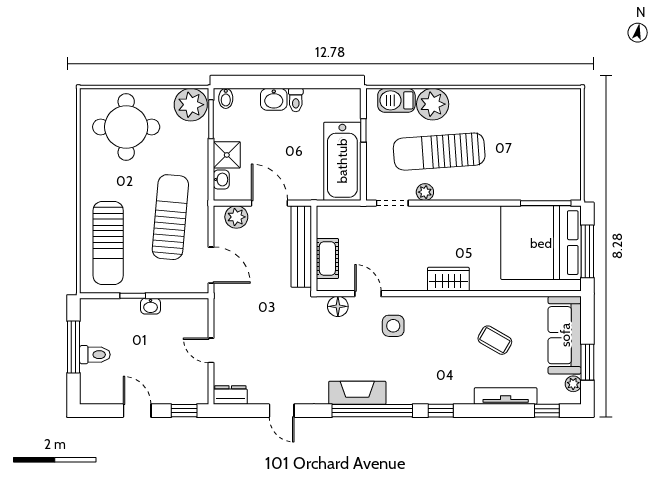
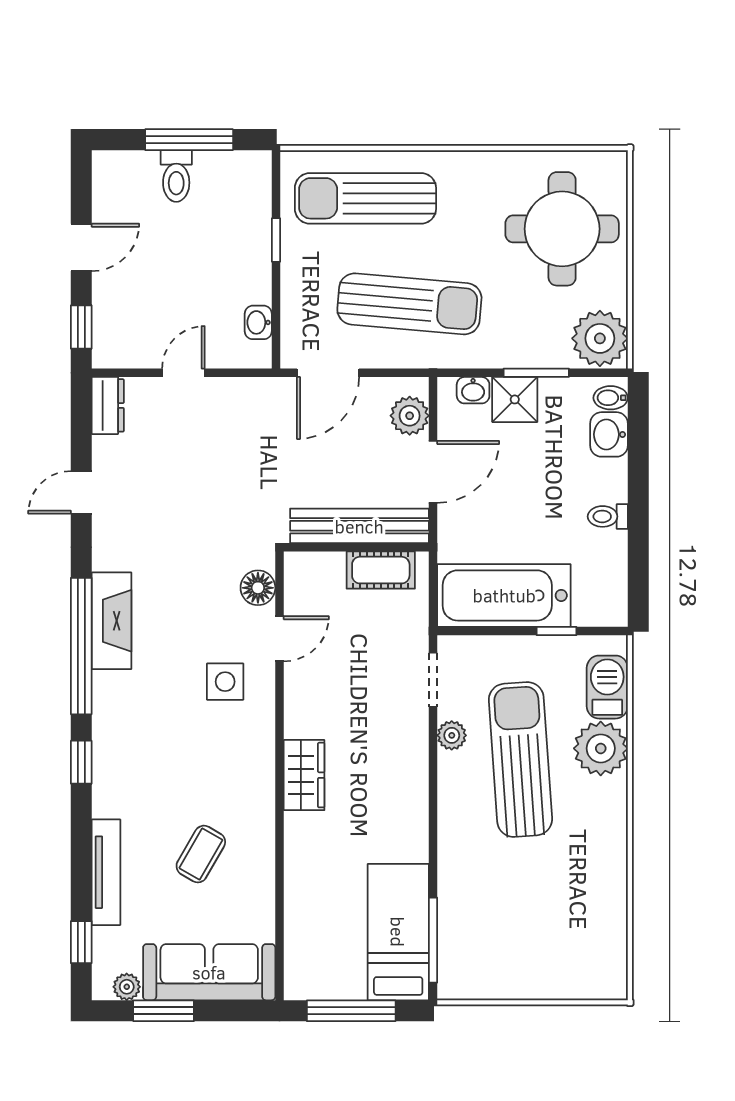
washbasin: (274, 99) -> (609, 434), moved
window: (211, 119) -> (536, 373), moved
bed: (541, 243) -> (398, 932), width x0.49
cot: (327, 259) -> (381, 570), moved
washbasin: (151, 306) -> (258, 322), moved

